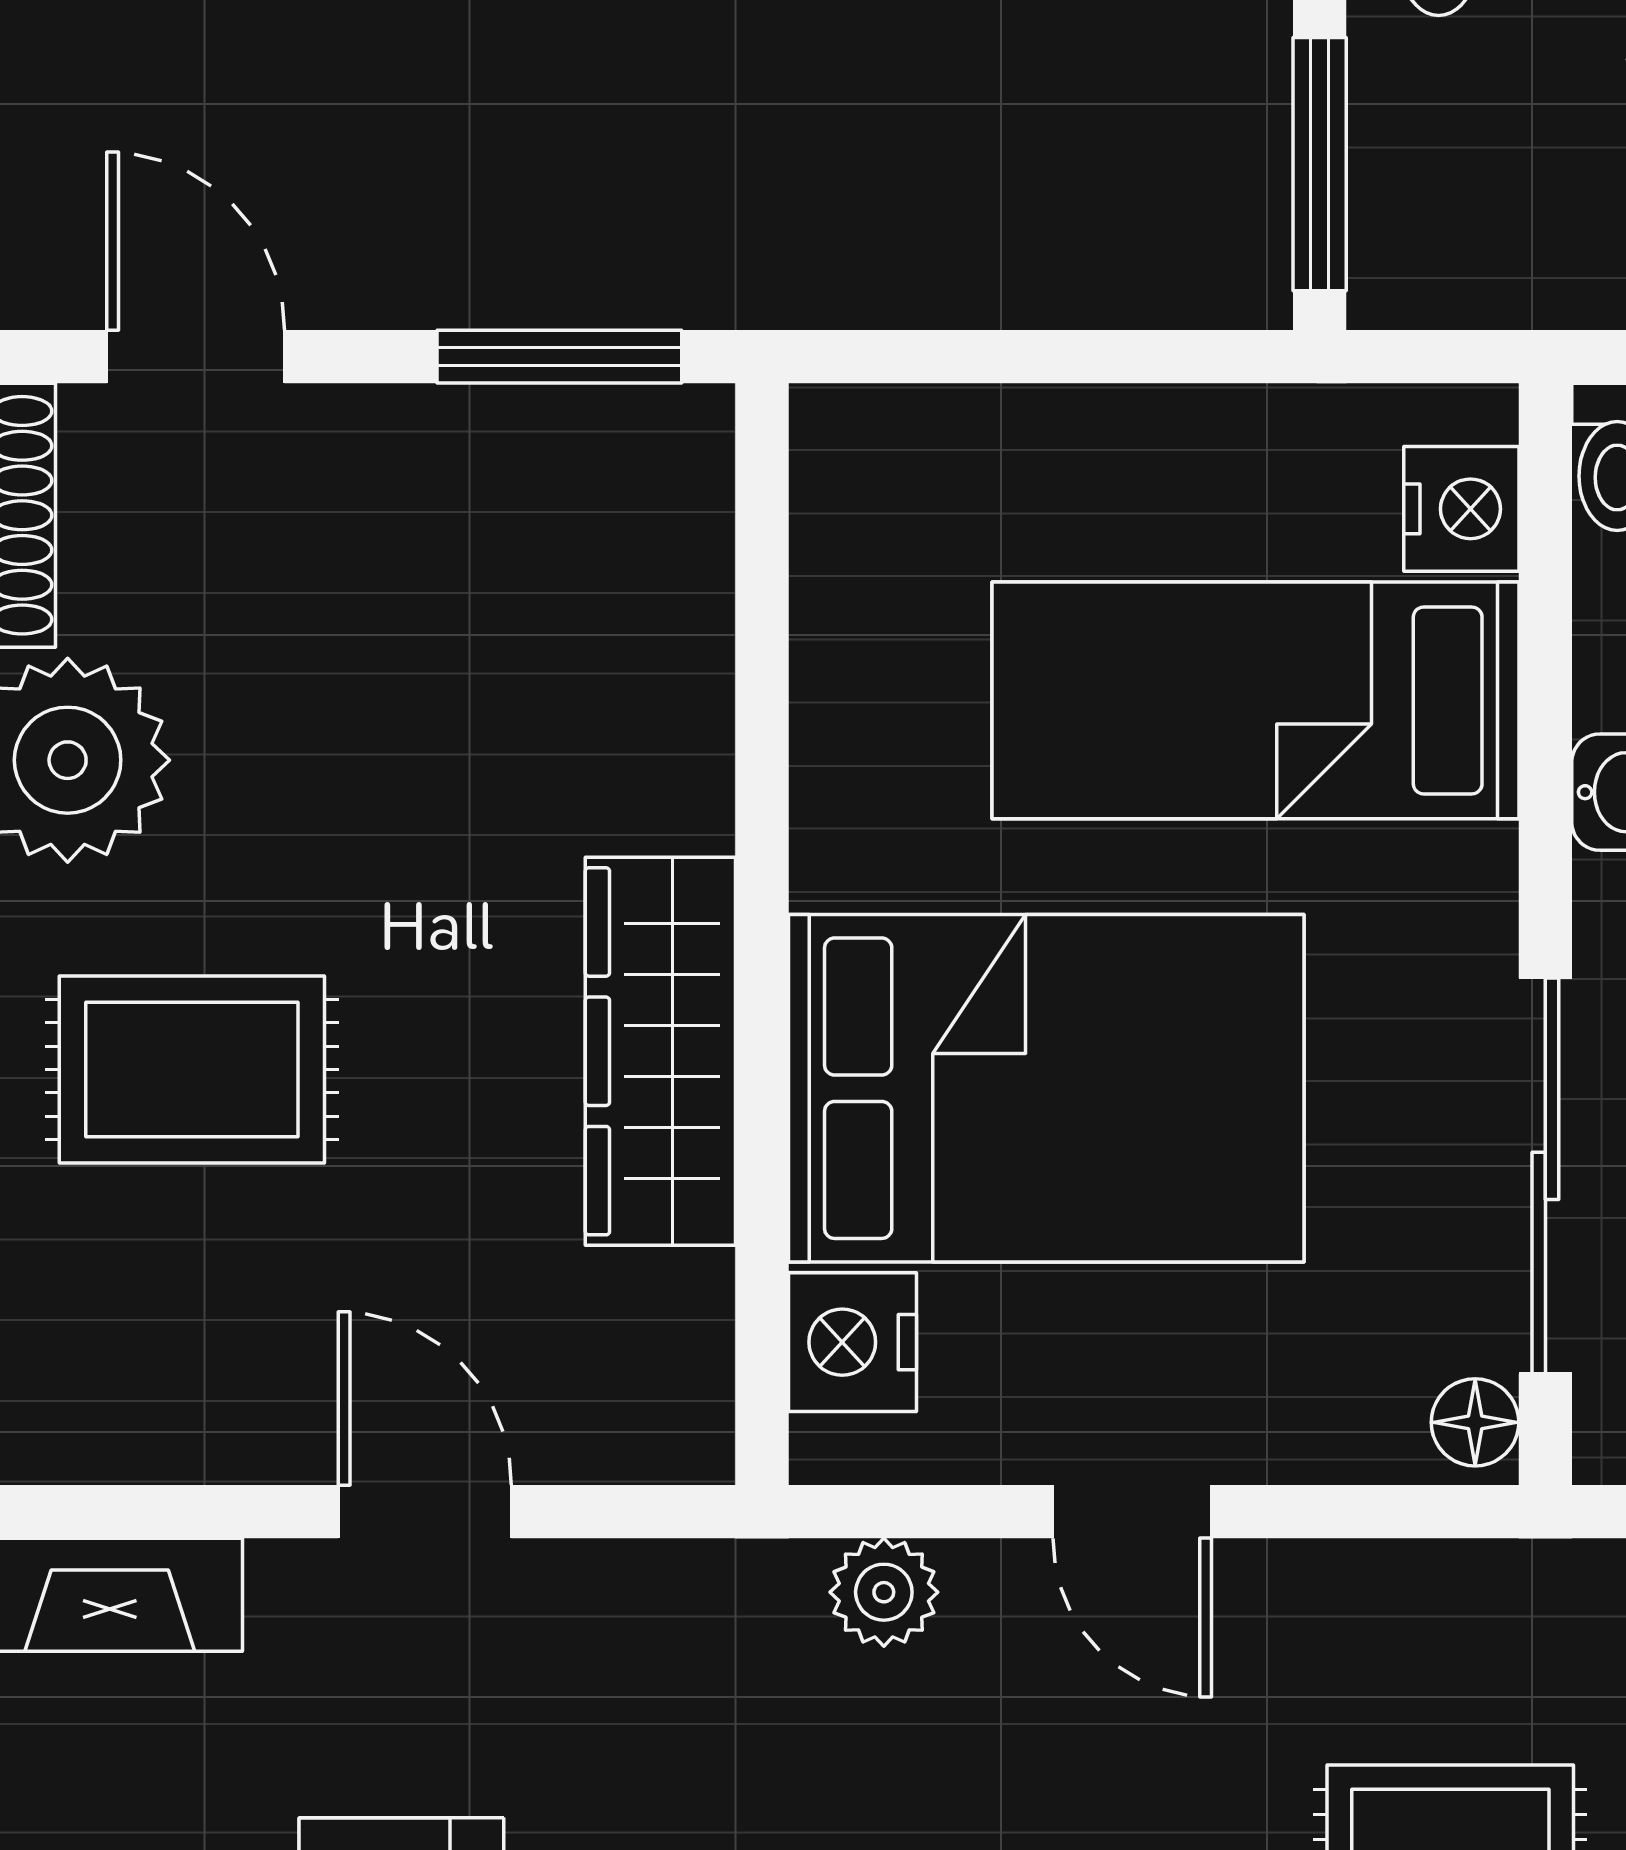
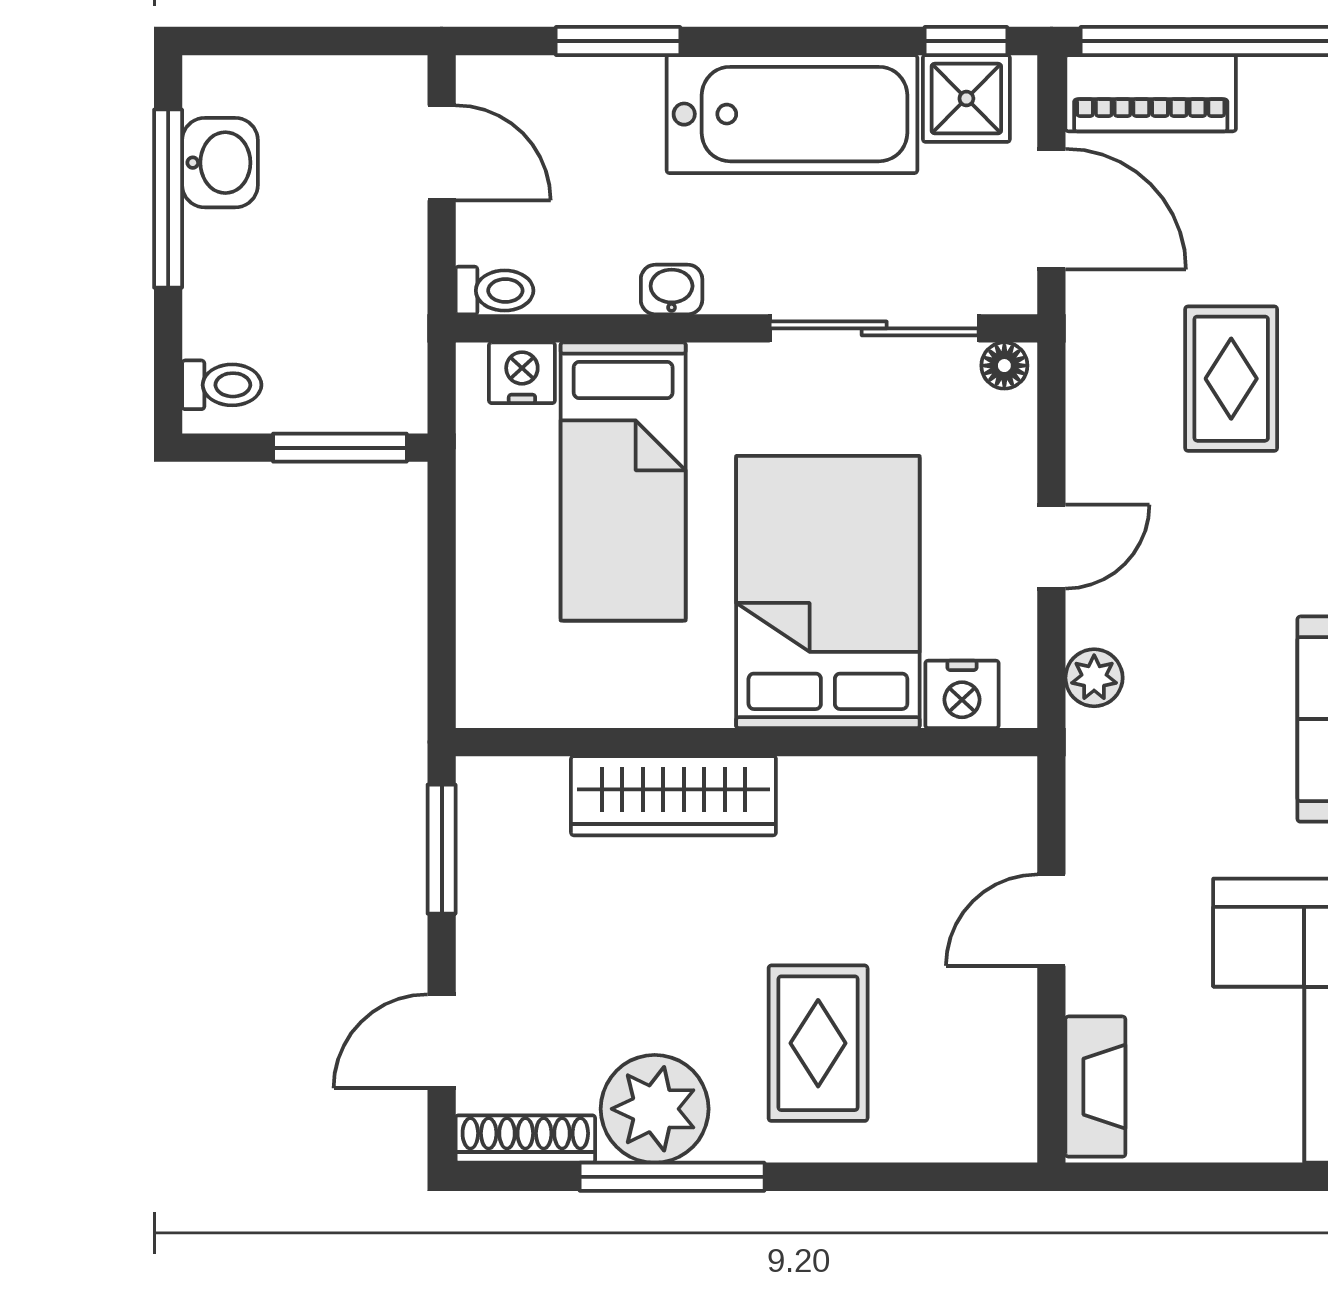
wardrobe: (660, 1051) -> (673, 796), moved

